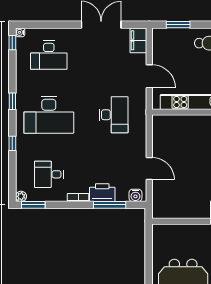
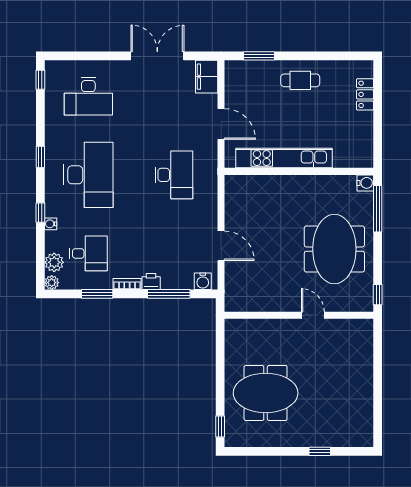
water cooler: (20, 32) -> (51, 224), moved
desk: (49, 115) -> (88, 175), turned -90
desk: (49, 174) -> (88, 253), turned 180
plant: (23, 181) -> (54, 262), added
printer: (102, 193) -> (151, 281), width x0.53, depth x0.68
window: (33, 205) -> (97, 294), moved

